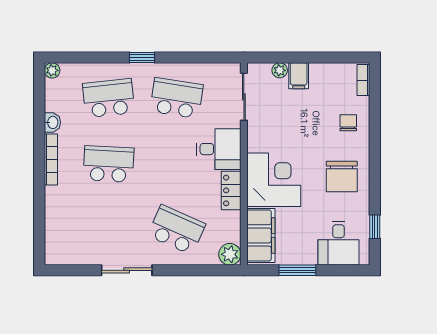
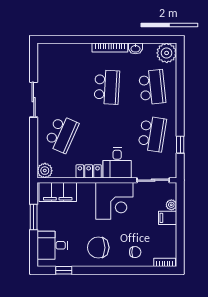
window: (142, 58) -> (180, 145), moved
plant: (52, 70) -> (167, 53), width x1.87, depth x1.87
corner desk: (274, 180) -> (114, 201), moved

